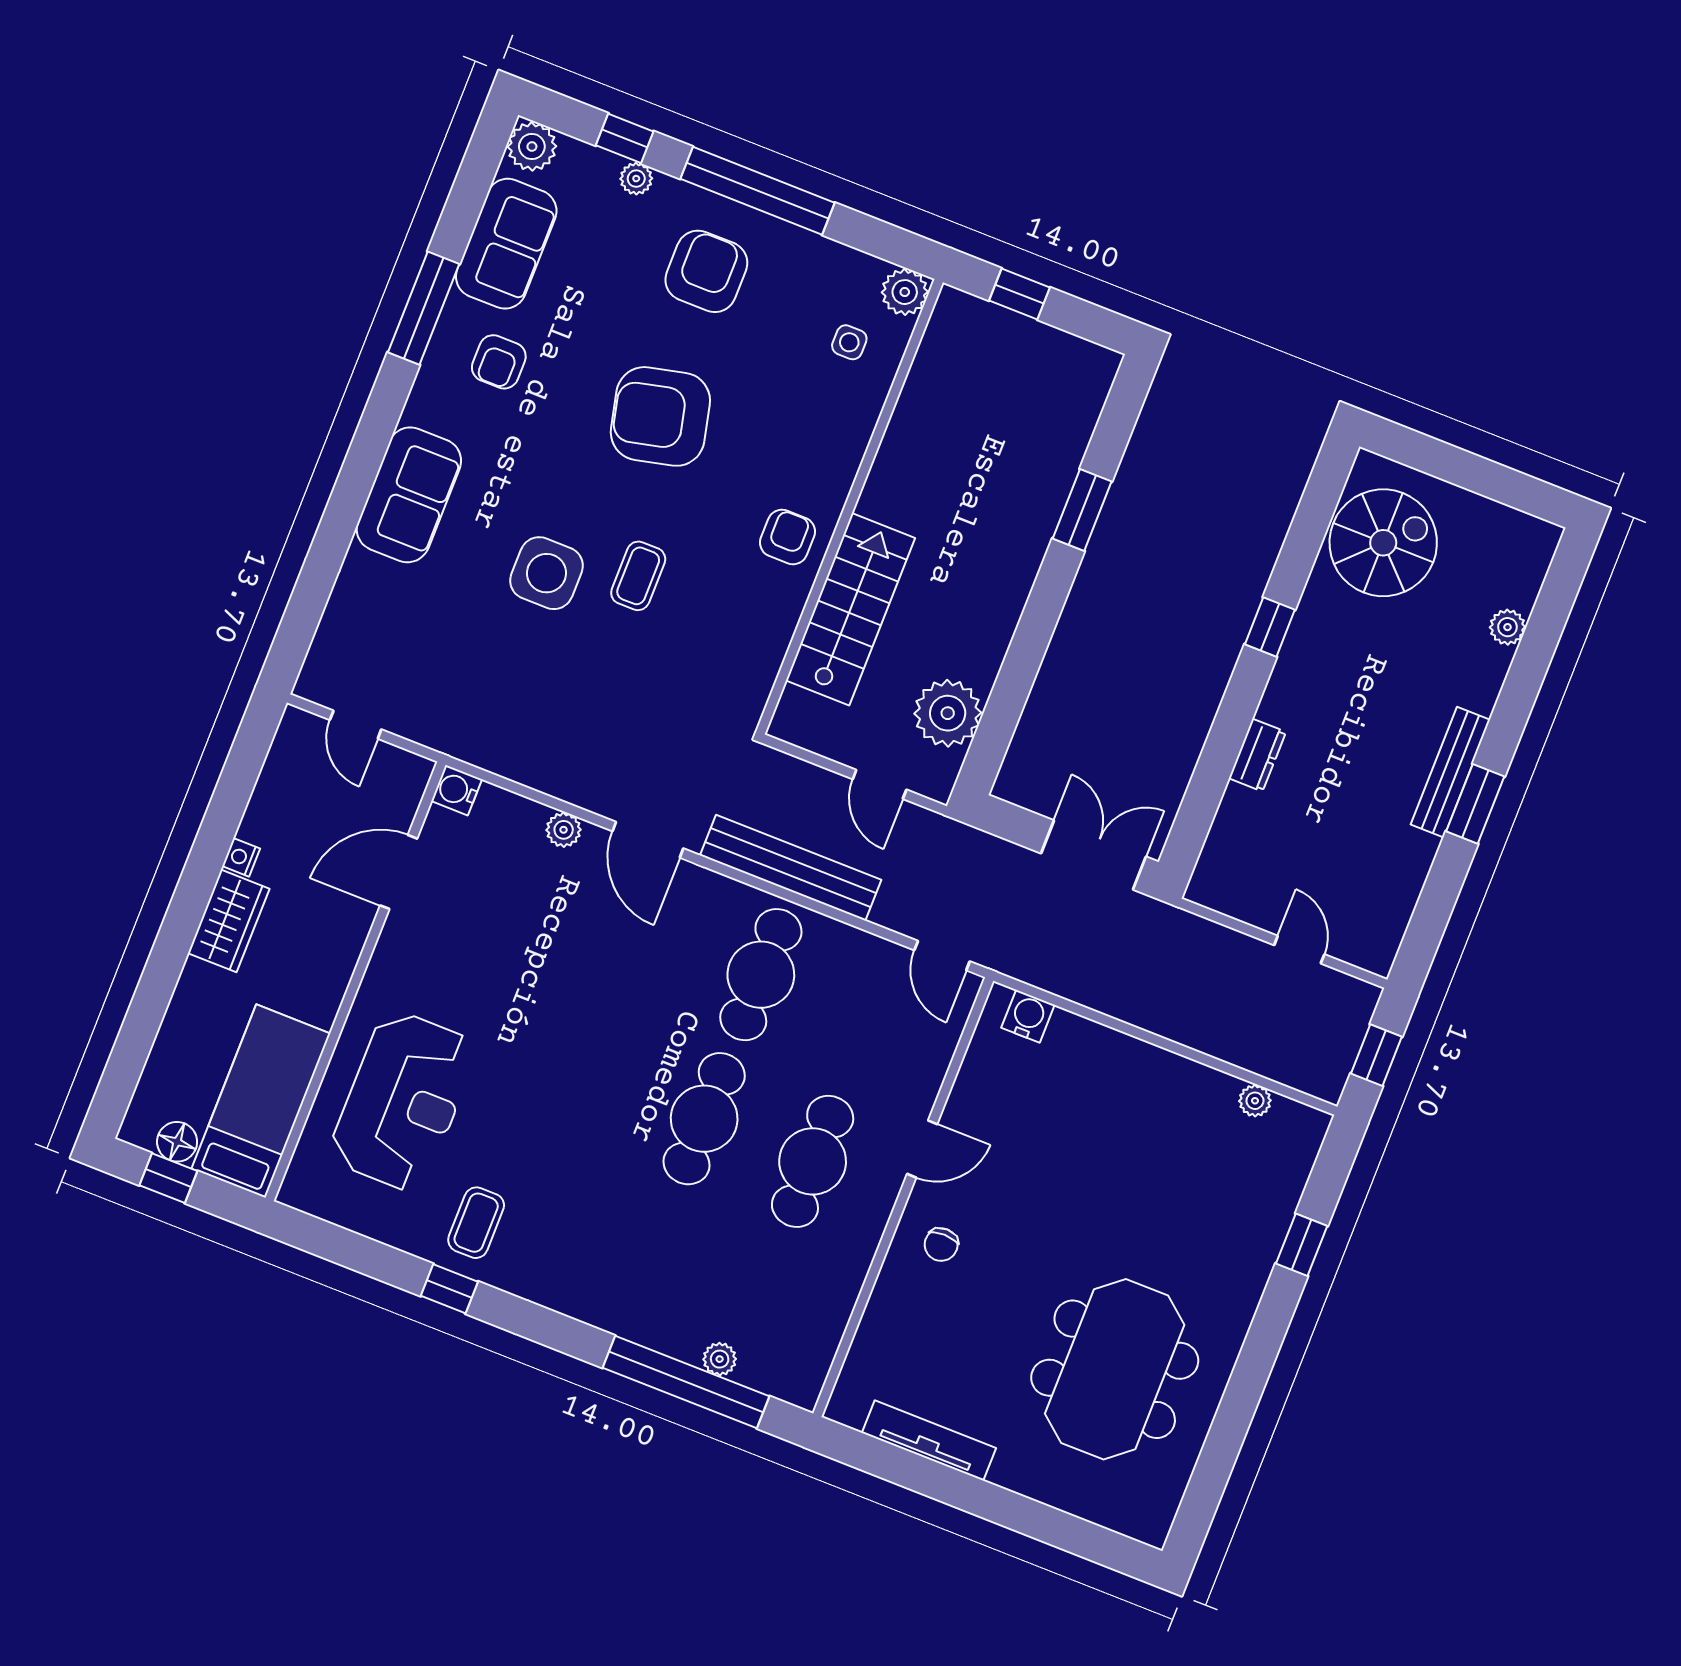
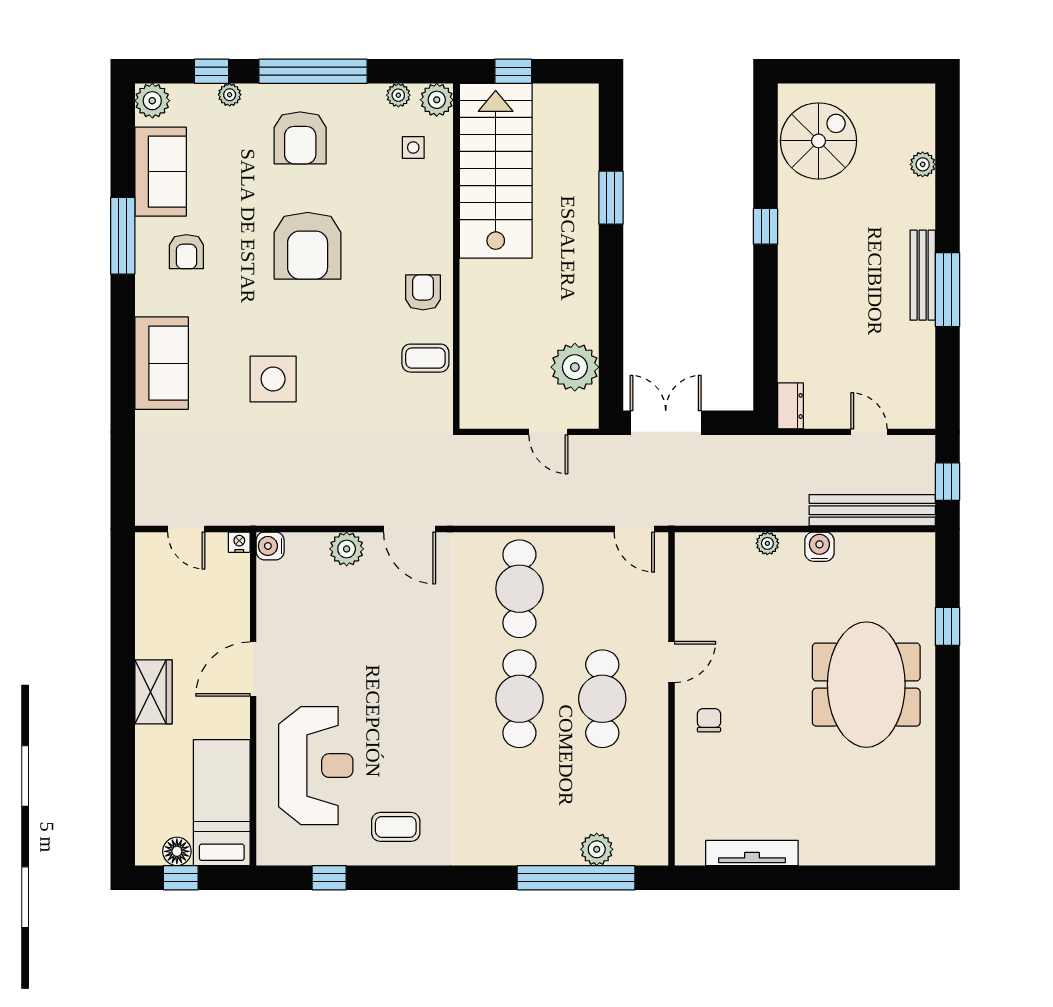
plant: (857, 266) -> (398, 95), added
armchair: (706, 271) -> (300, 138), turned 180
armchair: (660, 416) -> (308, 246), turned -77
coffee table: (638, 576) -> (425, 358), moved, turned 90
stairs: (850, 609) -> (496, 171), moved, width x1.36, depth x1.51
dresser: (1257, 755) -> (791, 406), moved
window: (1475, 804) -> (947, 290), width x1.44
plant: (564, 830) -> (347, 549), width x1.38, depth x1.38
double door: (1094, 855) -> (666, 423), moved
nightstand: (241, 857) -> (239, 542), moved, turned 90
bench: (791, 868) -> (872, 510), moved
door: (399, 872) -> (253, 669), moved
water cooler: (1028, 1016) -> (819, 547), moved
plant: (1255, 1101) -> (767, 543), moved
coffee table: (476, 1223) -> (396, 827), turned 90
chair: (941, 1245) -> (709, 720), turned 180
window: (449, 1289) -> (329, 878), moved
plant: (720, 1359) -> (597, 849), width x1.38, depth x1.38
meeting table: (1115, 1369) -> (866, 685), moved

